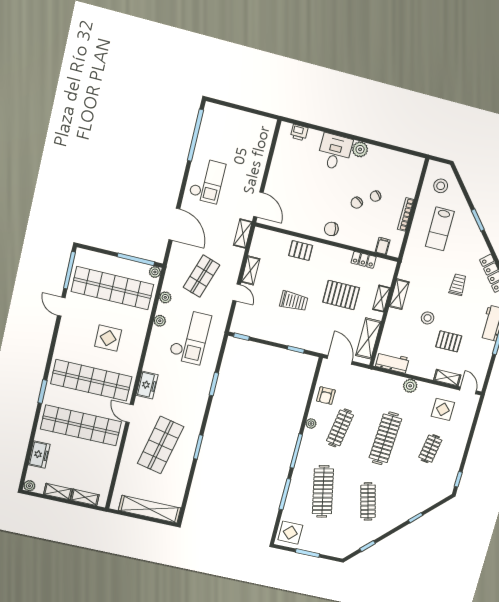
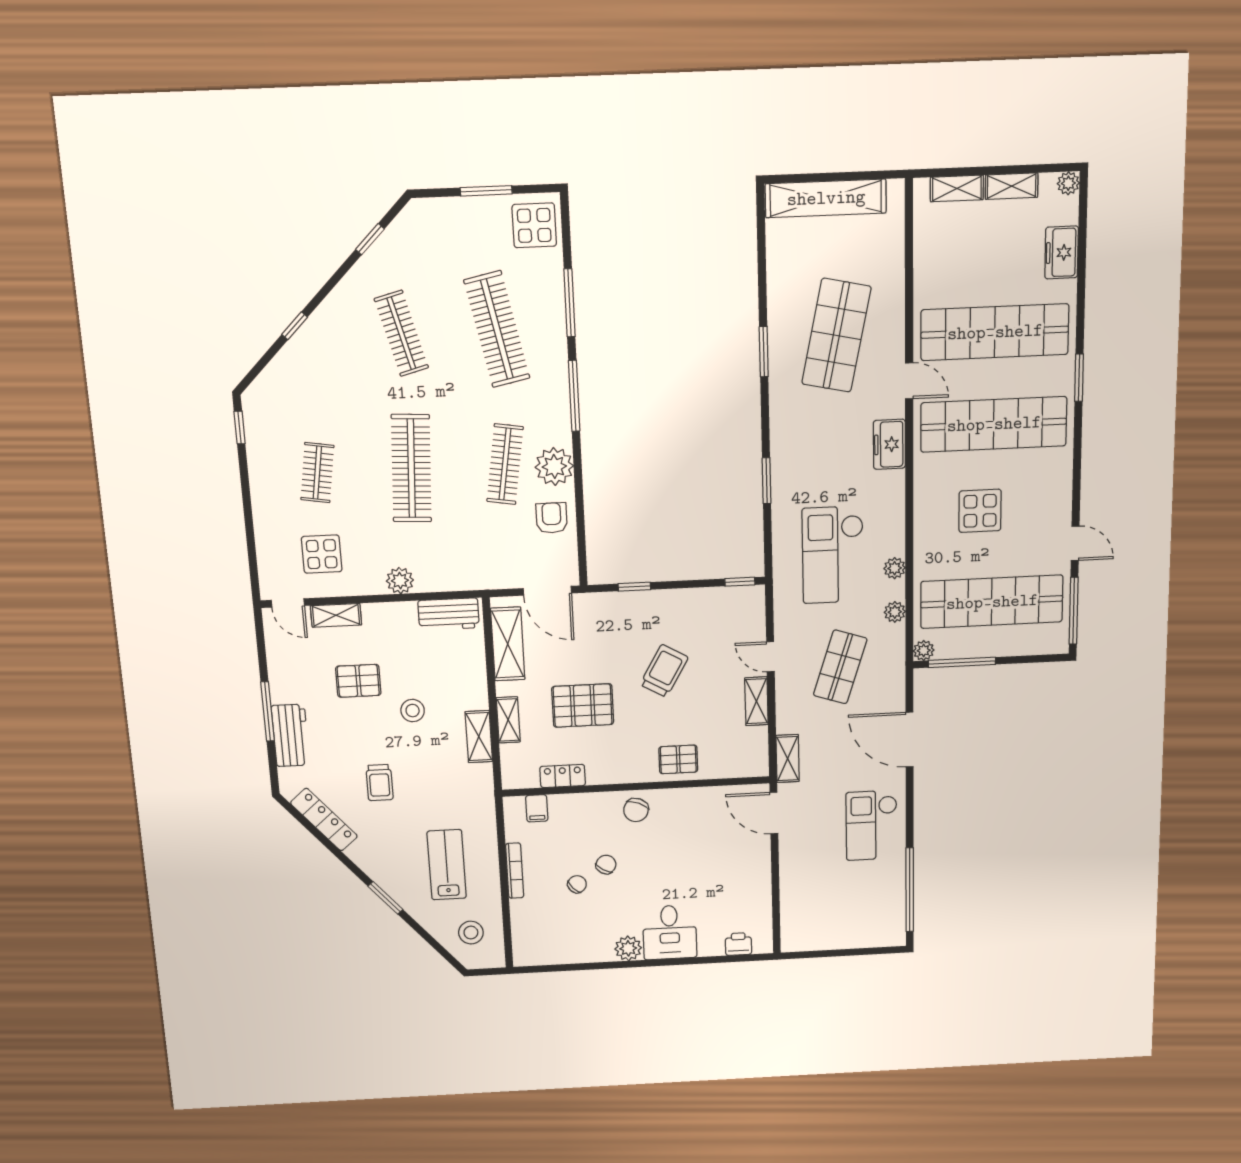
chair: (331, 229) -> (636, 810), turned 122
trolley: (294, 301) -> (664, 671), turned 120
plant: (311, 424) -> (554, 467), width x1.88, depth x1.88

